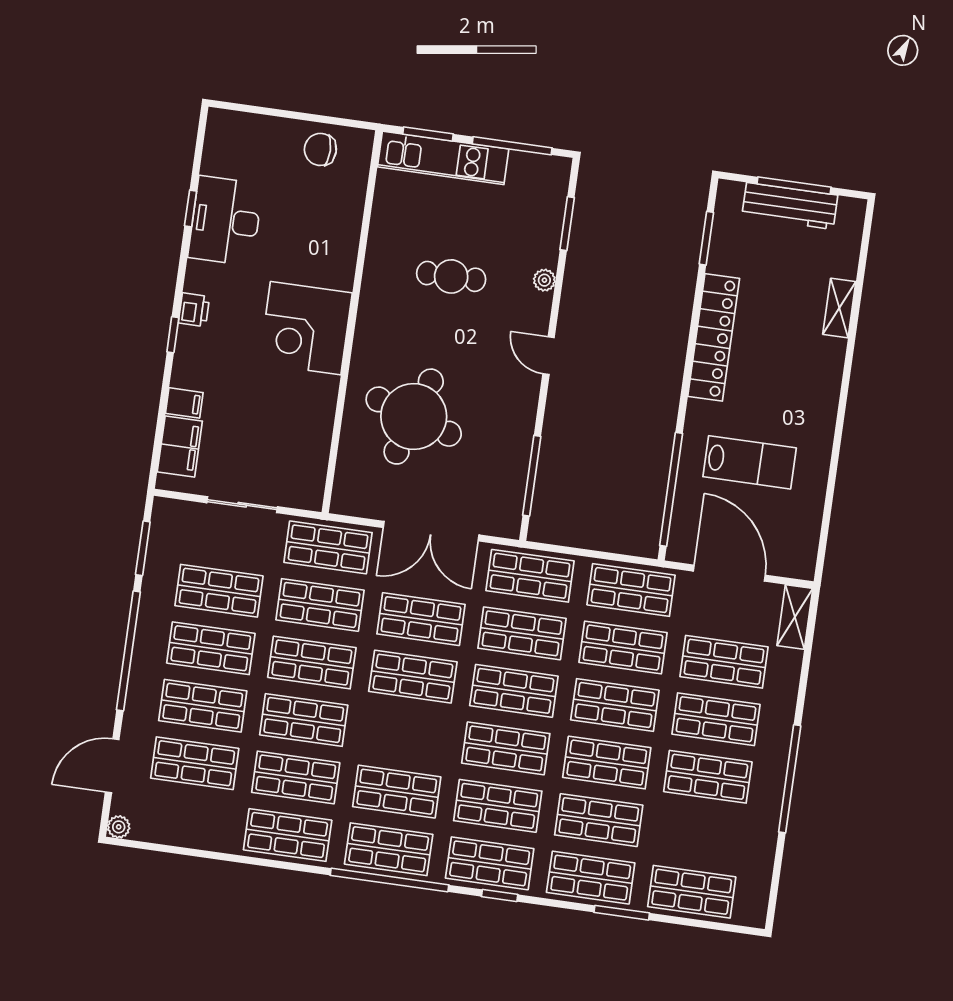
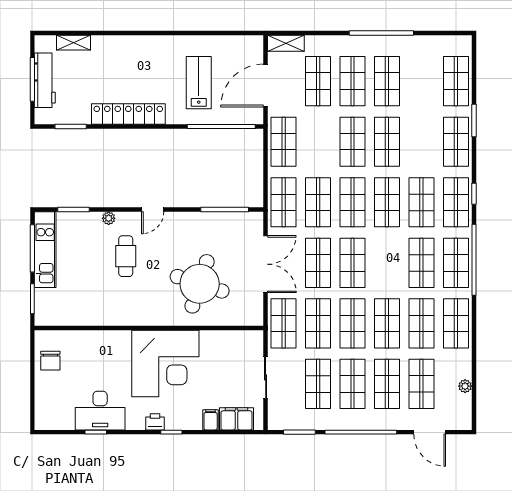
kitchen unit: (443, 158) -> (45, 250), moved
cafe table: (451, 276) -> (126, 256), moved
shelving: (839, 308) -> (73, 43), moved
corner desk: (306, 328) -> (165, 363), width x1.36, depth x1.36
shop shelf: (623, 648) -> (318, 142), removed
shop shelf: (599, 820) -> (421, 142), removed
plant: (119, 827) -> (465, 386), moved

